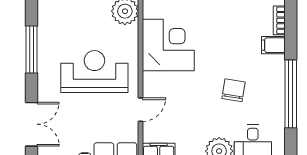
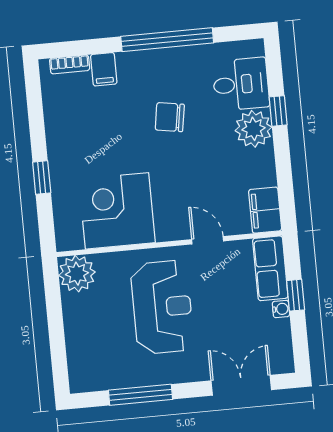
reception desk: (94, 72) -> (162, 307), turned 180

